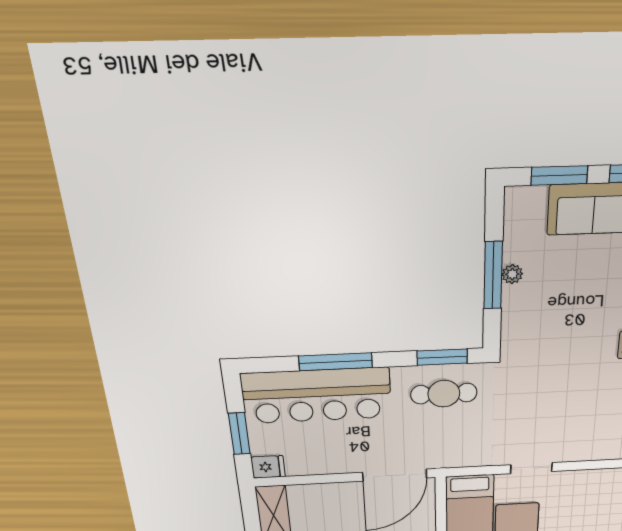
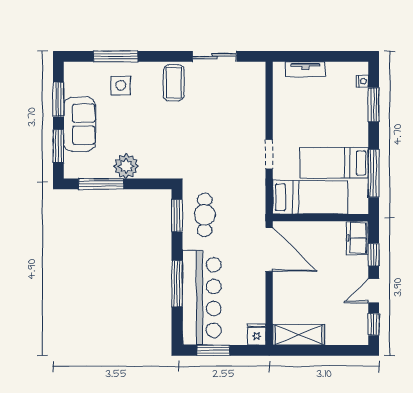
plant: (512, 274) -> (126, 166), width x1.88, depth x1.88
window: (493, 275) -> (101, 184), moved
window: (239, 434) -> (213, 350), moved

